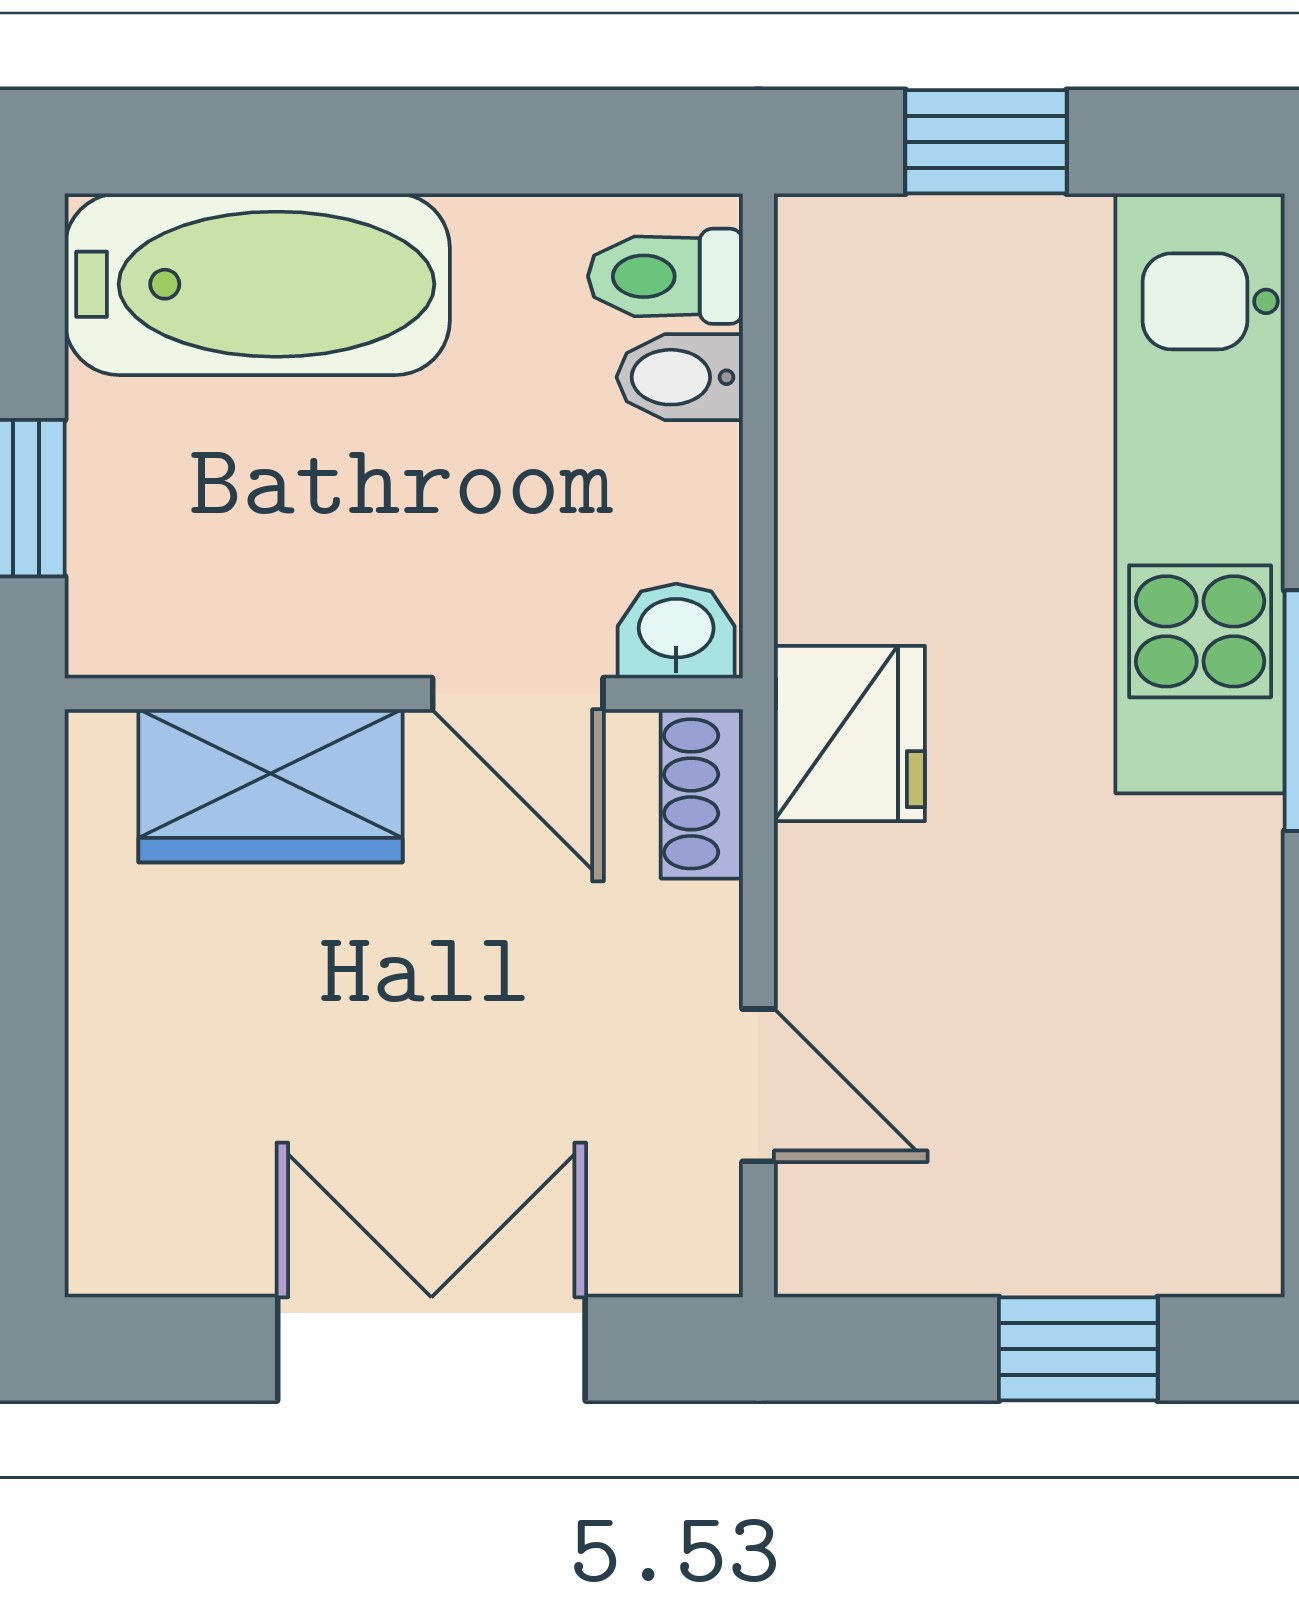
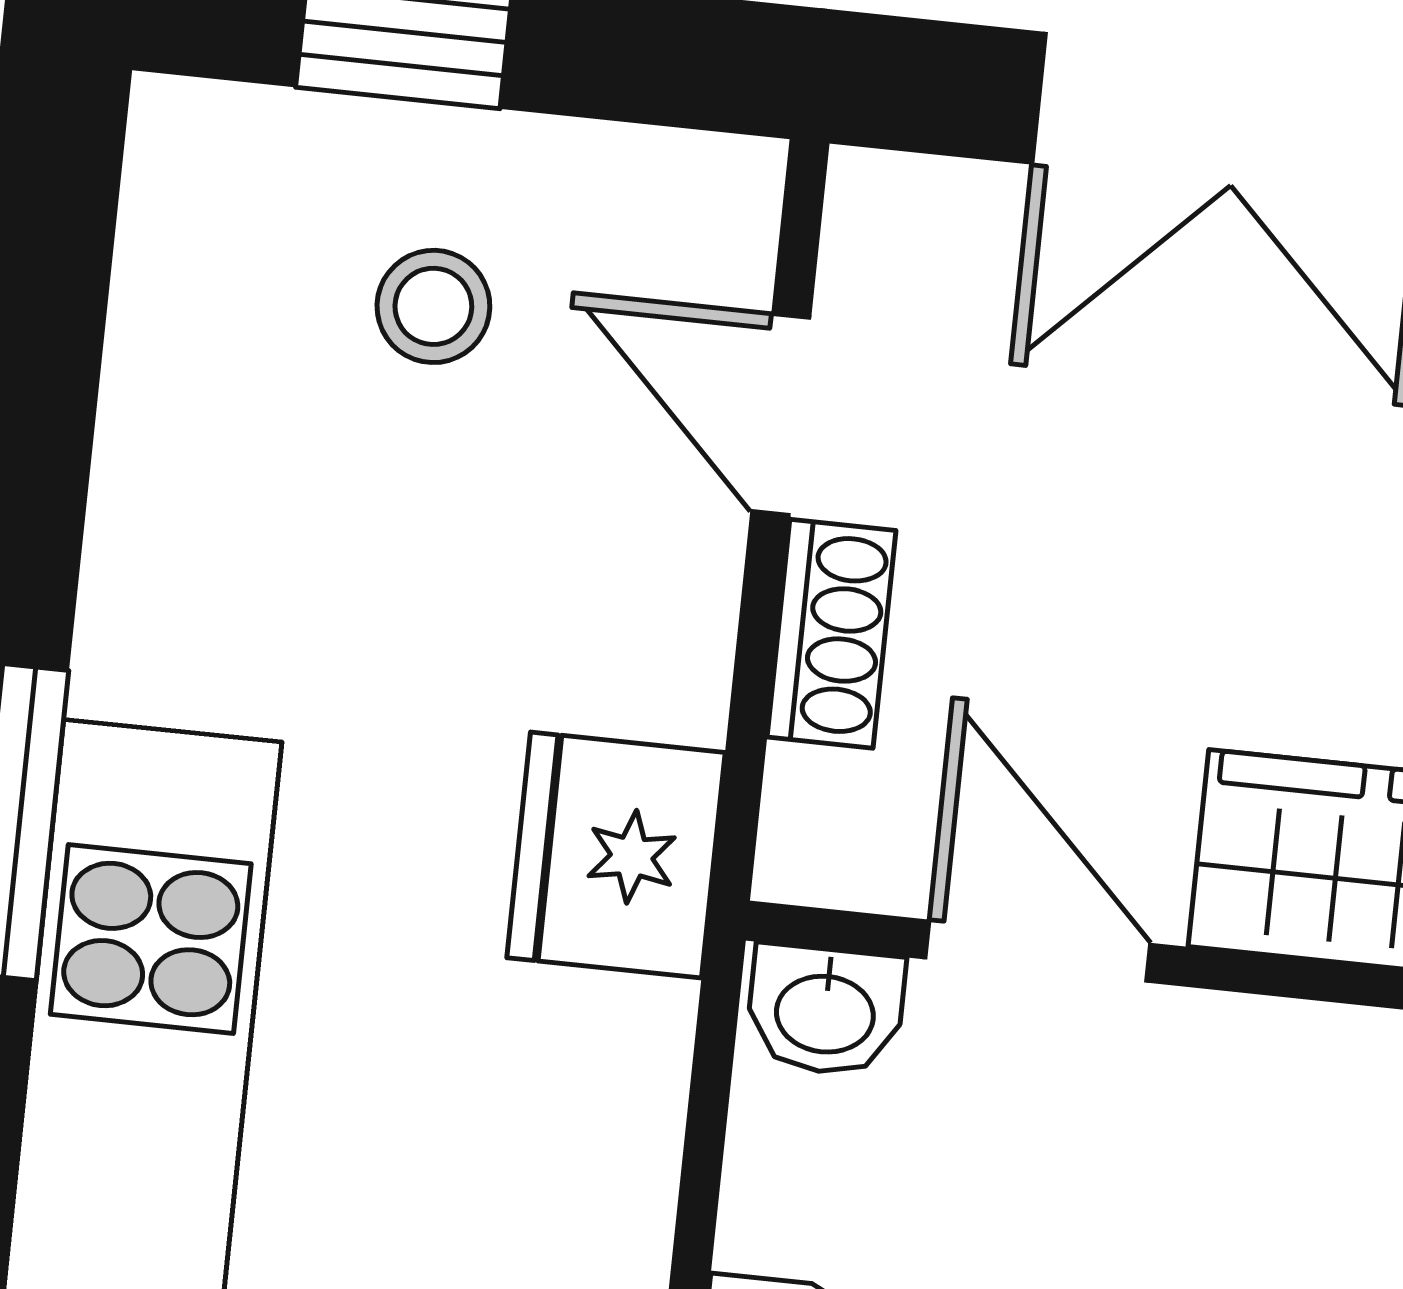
shoe rack: (702, 794) -> (831, 634), moved
stool: (1034, 1140) -> (433, 306), added

